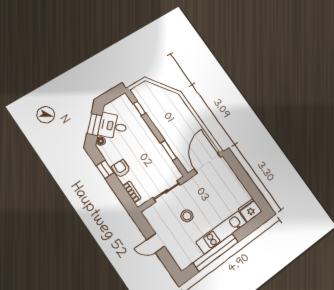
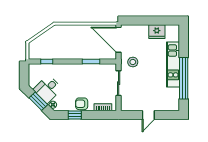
fridge: (250, 210) -> (157, 32), moved, turned -90
stool: (187, 216) -> (133, 62), moved

